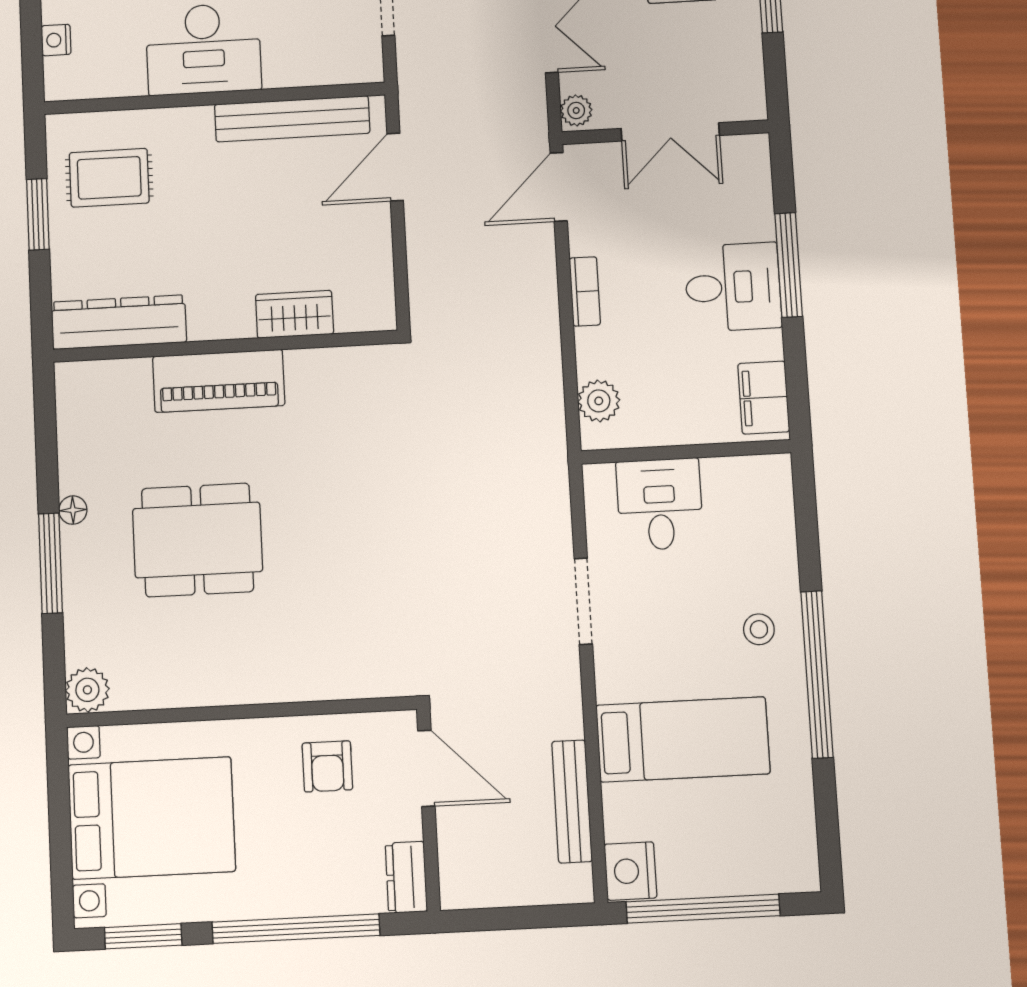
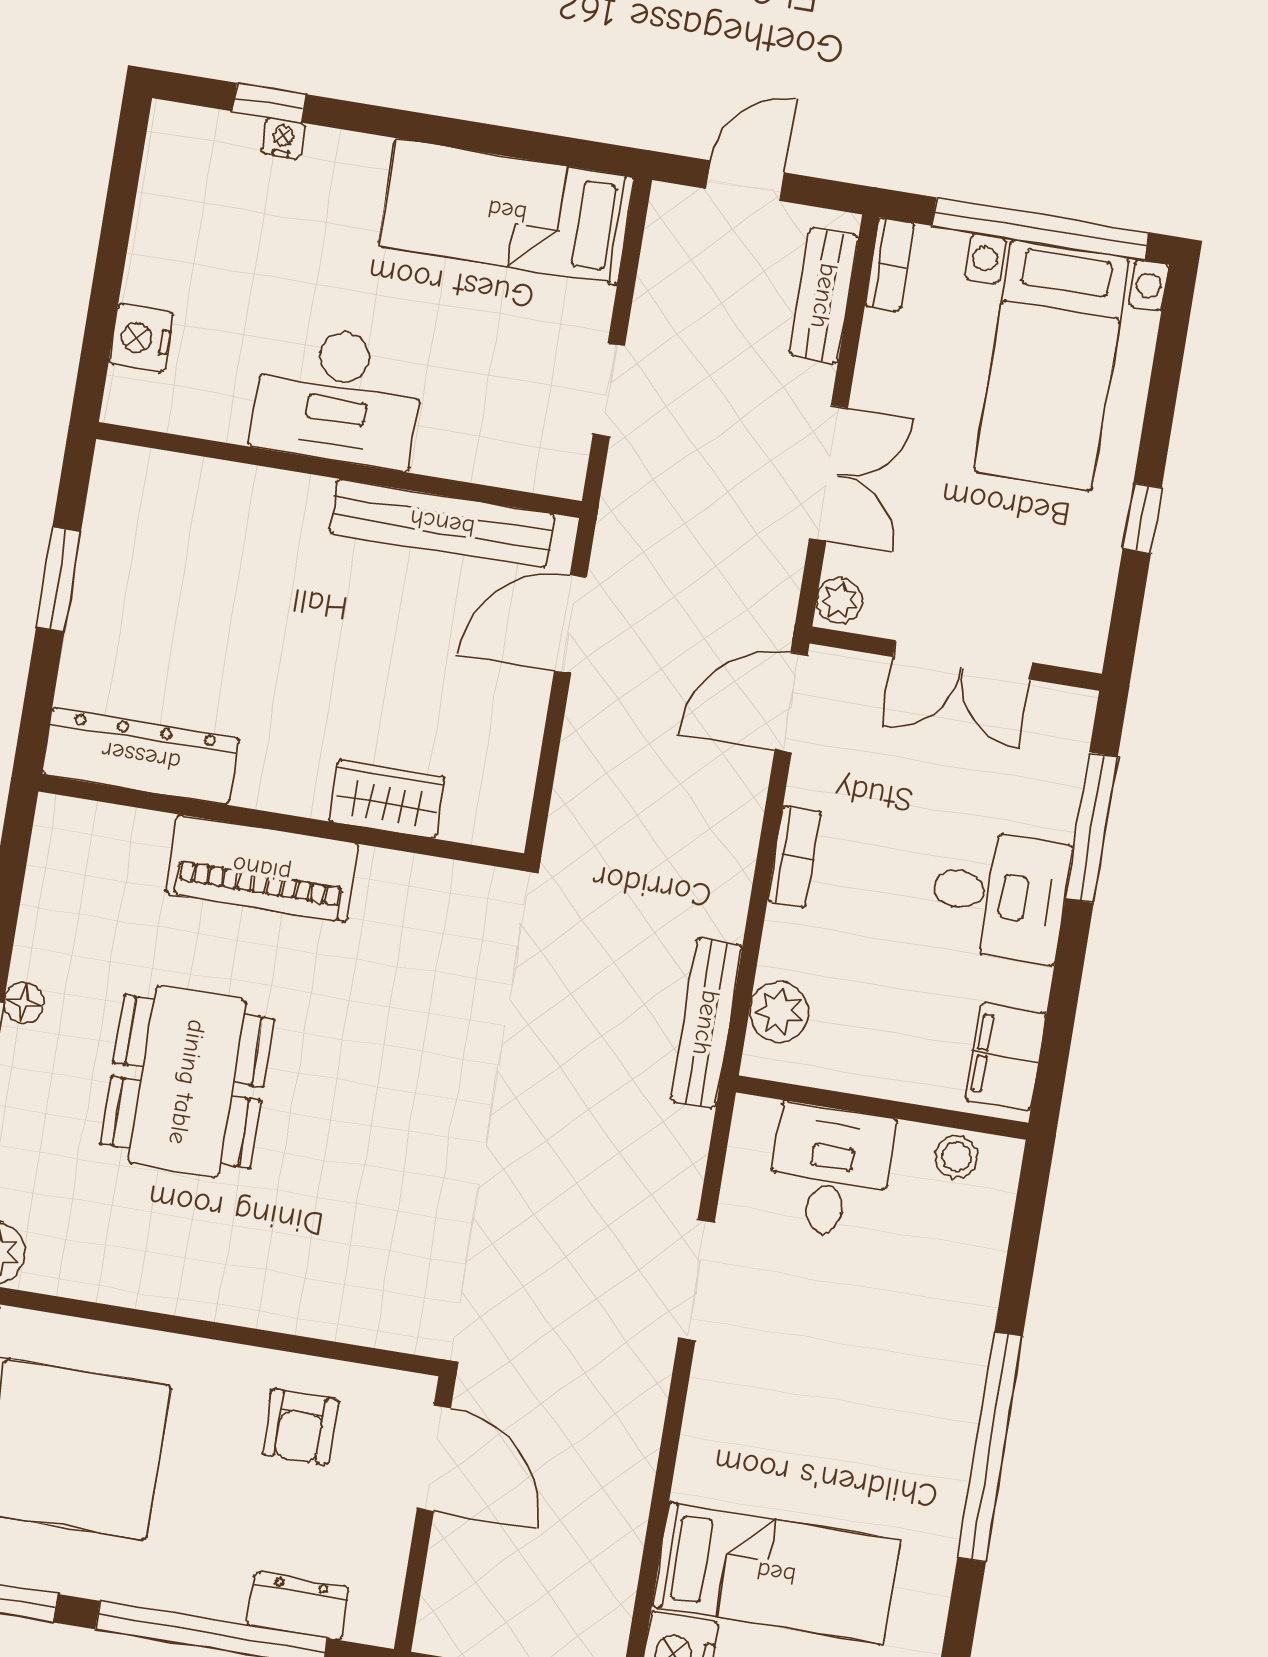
nightstand: (56, 40) -> (141, 338), width x1.39, depth x1.35
rug: (109, 178) -> (169, 550), removed
window: (789, 265) -> (1091, 828), moved
dining table: (198, 540) -> (187, 1082), turned 90
stool: (759, 629) -> (956, 1157), moved
bed: (683, 739) -> (776, 1573), moved
bench: (572, 801) -> (706, 1023), moved
dresser: (406, 877) -> (298, 1606), moved, turned 90

